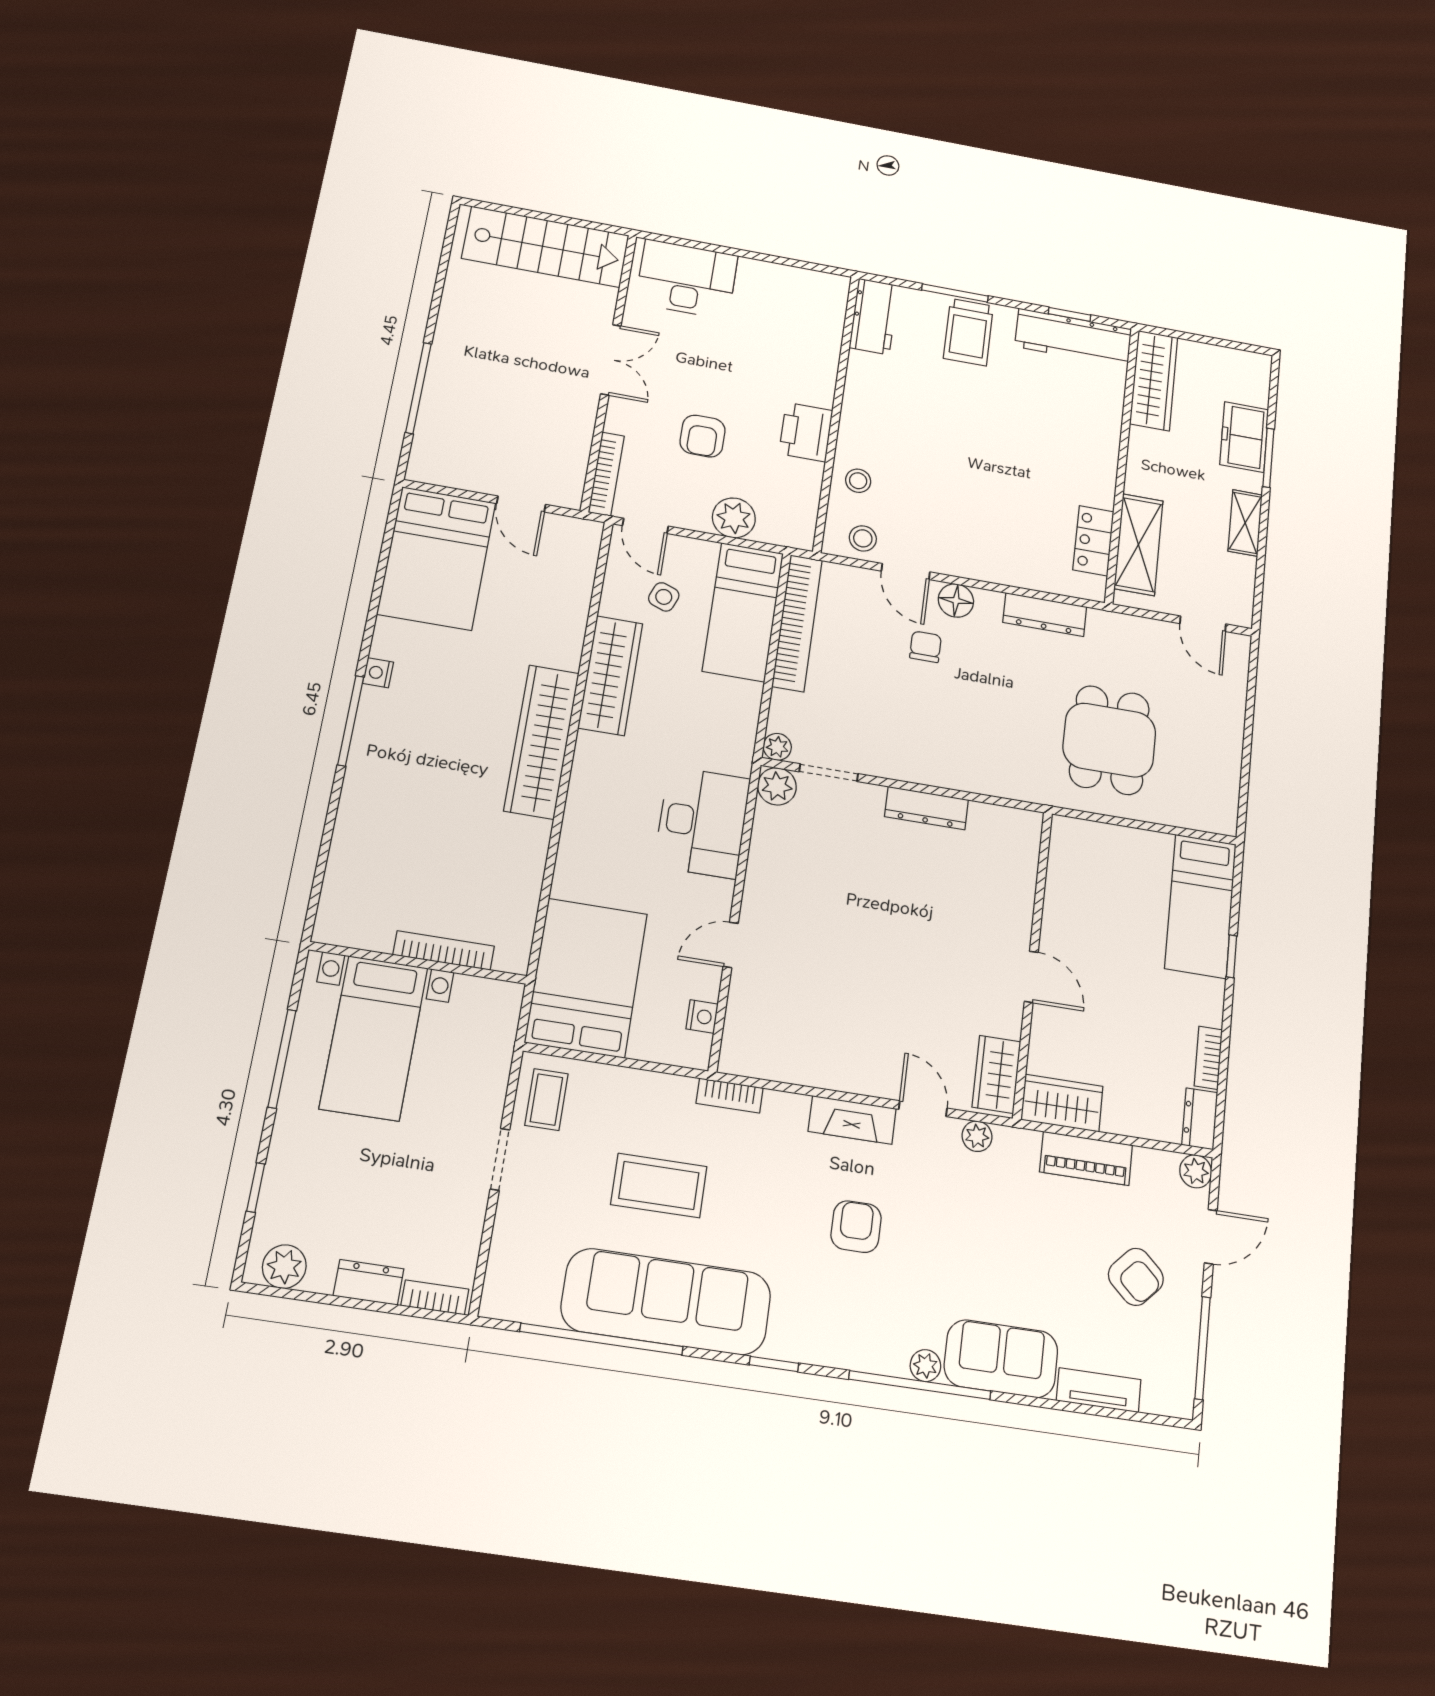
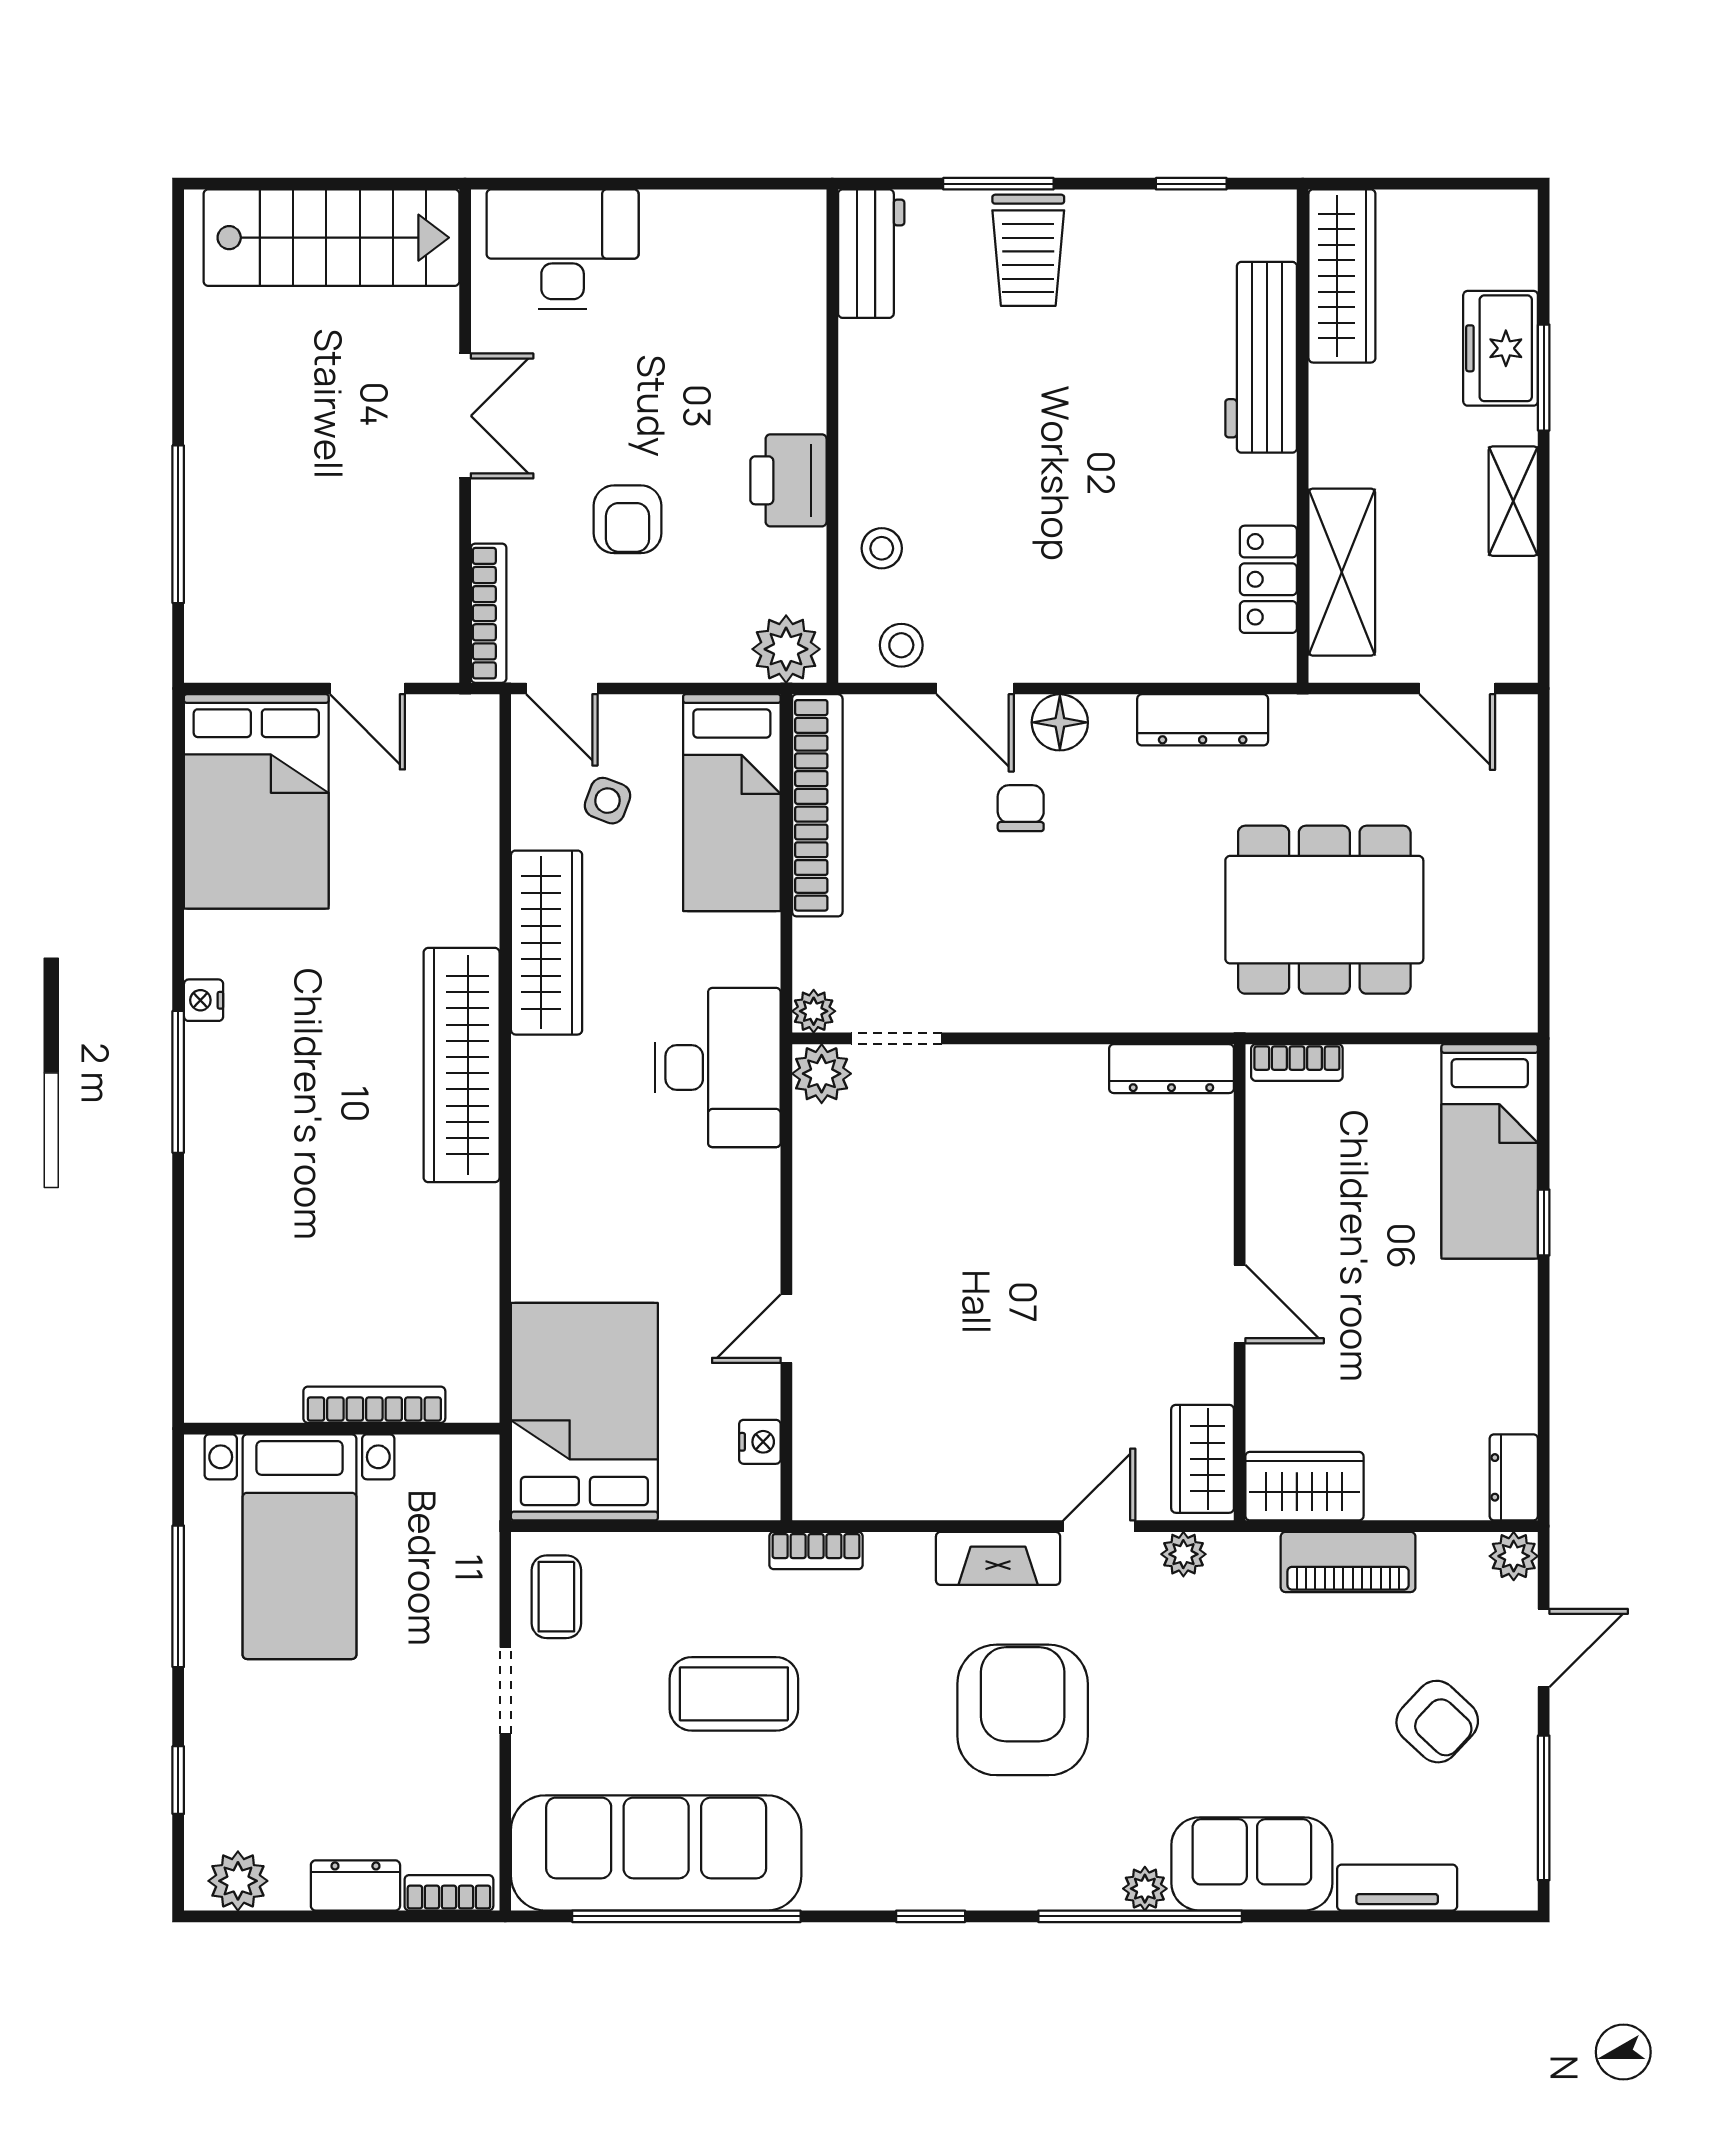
workbench: (1073, 338) -> (1261, 357), moved, turned 90
plant: (734, 518) -> (786, 649), moved
dining table: (1109, 740) -> (1324, 910), width x1.38
dresser: (927, 808) -> (1171, 1069), moved
desk: (702, 822) -> (718, 1067), moved
bookcase: (1208, 1058) -> (1297, 1063), moved, turned -90
door: (923, 1109) -> (1099, 1526), hinge flipped
armchair: (856, 1227) -> (1023, 1710), width x1.88, depth x1.88
sofa: (666, 1302) -> (656, 1853), moved

